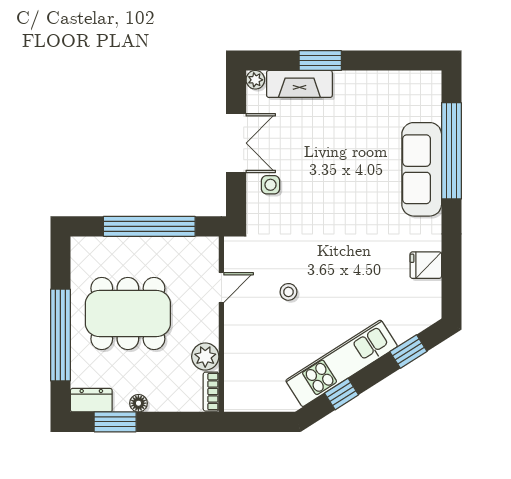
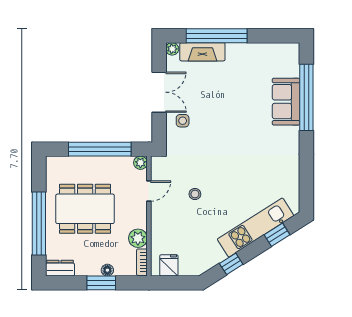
window: (320, 61) -> (217, 36), width x2.11
sofa: (422, 169) -> (286, 102), width x0.73
plant: (209, 246) -> (140, 163), added
fridge: (426, 265) -> (169, 265), moved, turned 90
kitchen unit: (342, 363) -> (256, 227), moved
floor lamp: (138, 403) -> (107, 270), moved
window: (115, 422) -> (101, 283), moved

